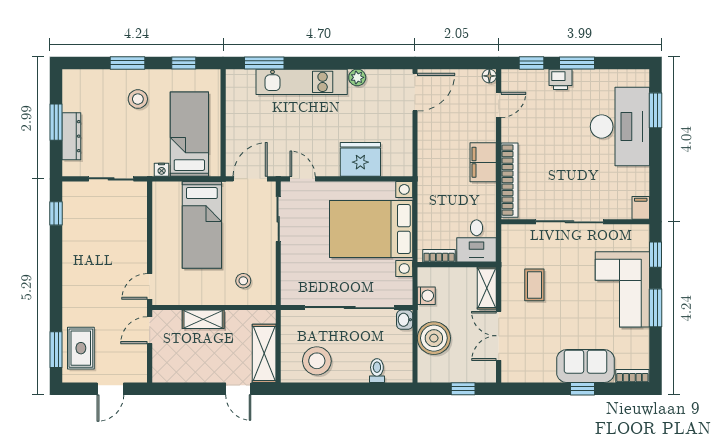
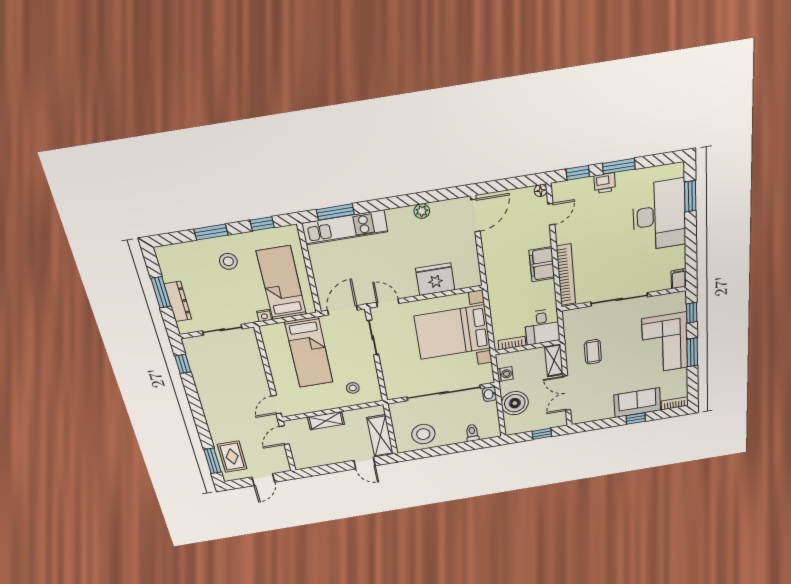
kitchen unit: (302, 82) -> (345, 227), moved

